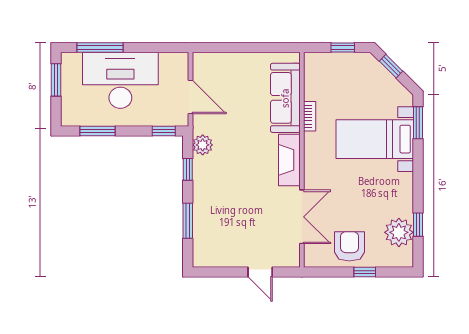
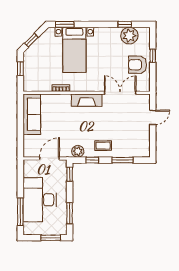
window: (56, 80) -> (51, 238), moved
sofa: (285, 98) -> (32, 114), moved, turned -90
coffee table: (212, 188) -> (103, 146), added

